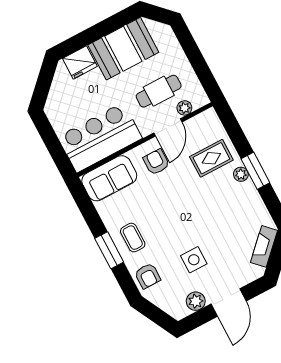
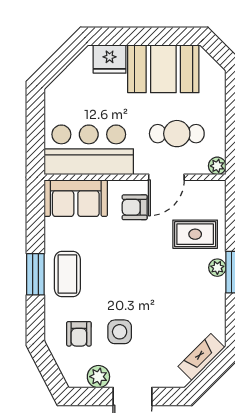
plant: (184, 108) -> (217, 166), moved
armchair: (156, 162) -> (135, 207), turned -90
coffee table: (133, 238) -> (67, 274), width x1.36, depth x1.30
armchair: (147, 276) -> (79, 334), moved

